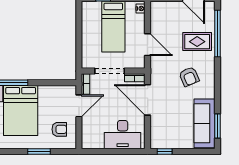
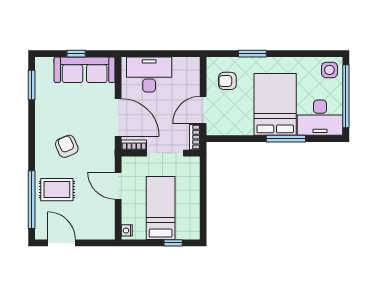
sofa: (205, 123) -> (85, 70), moved, turned 90
window: (165, 151) -> (76, 54), moved

